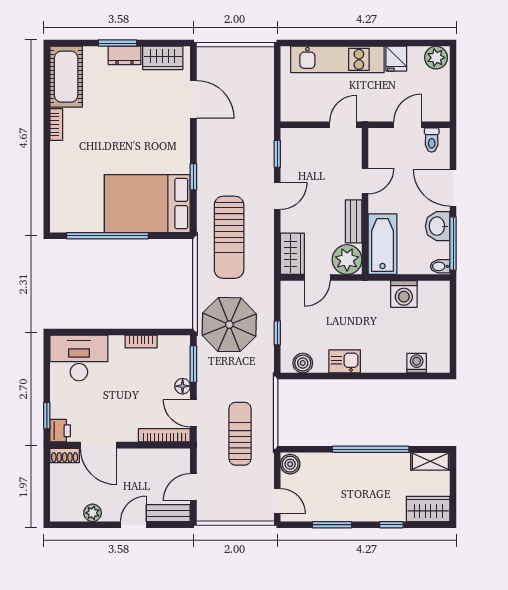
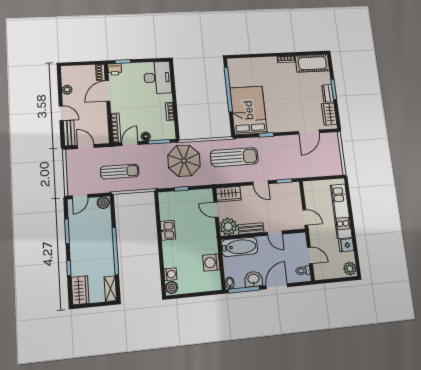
sun lounger: (229, 237) -> (234, 157), turned 180
boiler: (303, 363) -> (171, 287), moved

